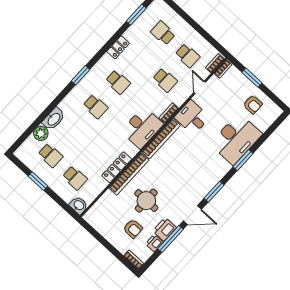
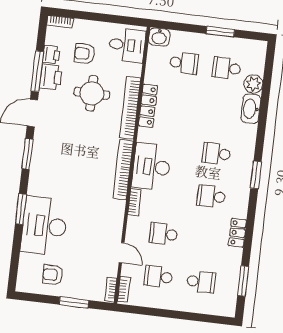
desk: (192, 117) -> (127, 45), moved
school desk: (75, 178) -> (184, 63), turned 180

